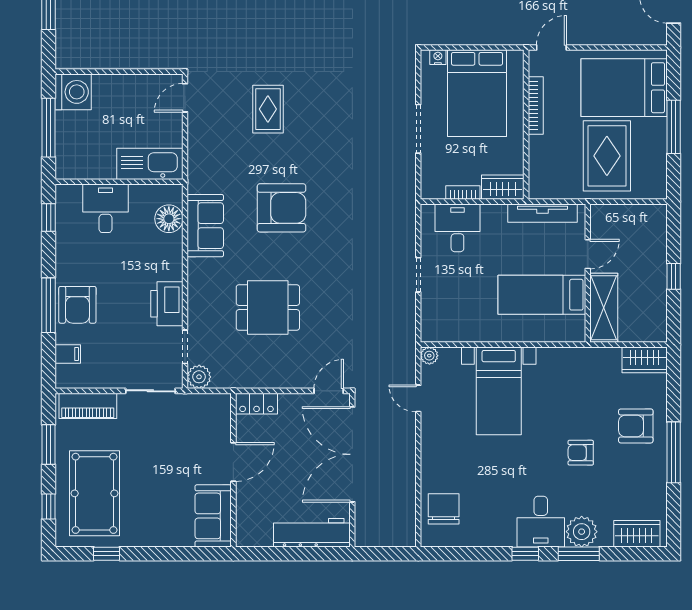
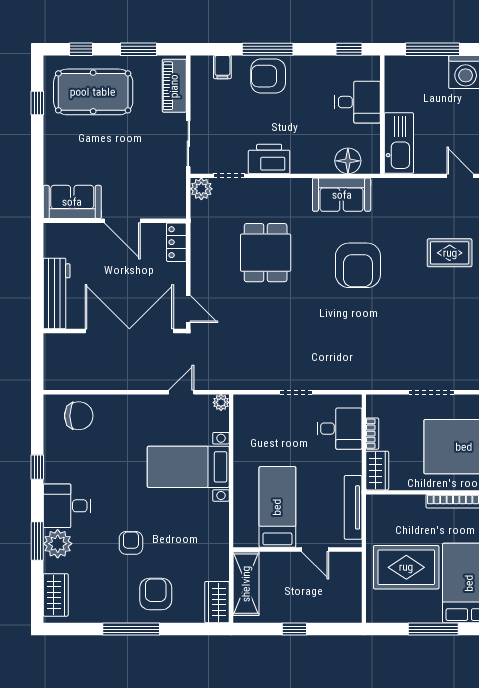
shelving: (604, 308) -> (246, 584), moved, turned 90
window: (525, 554) -> (37, 467), moved

